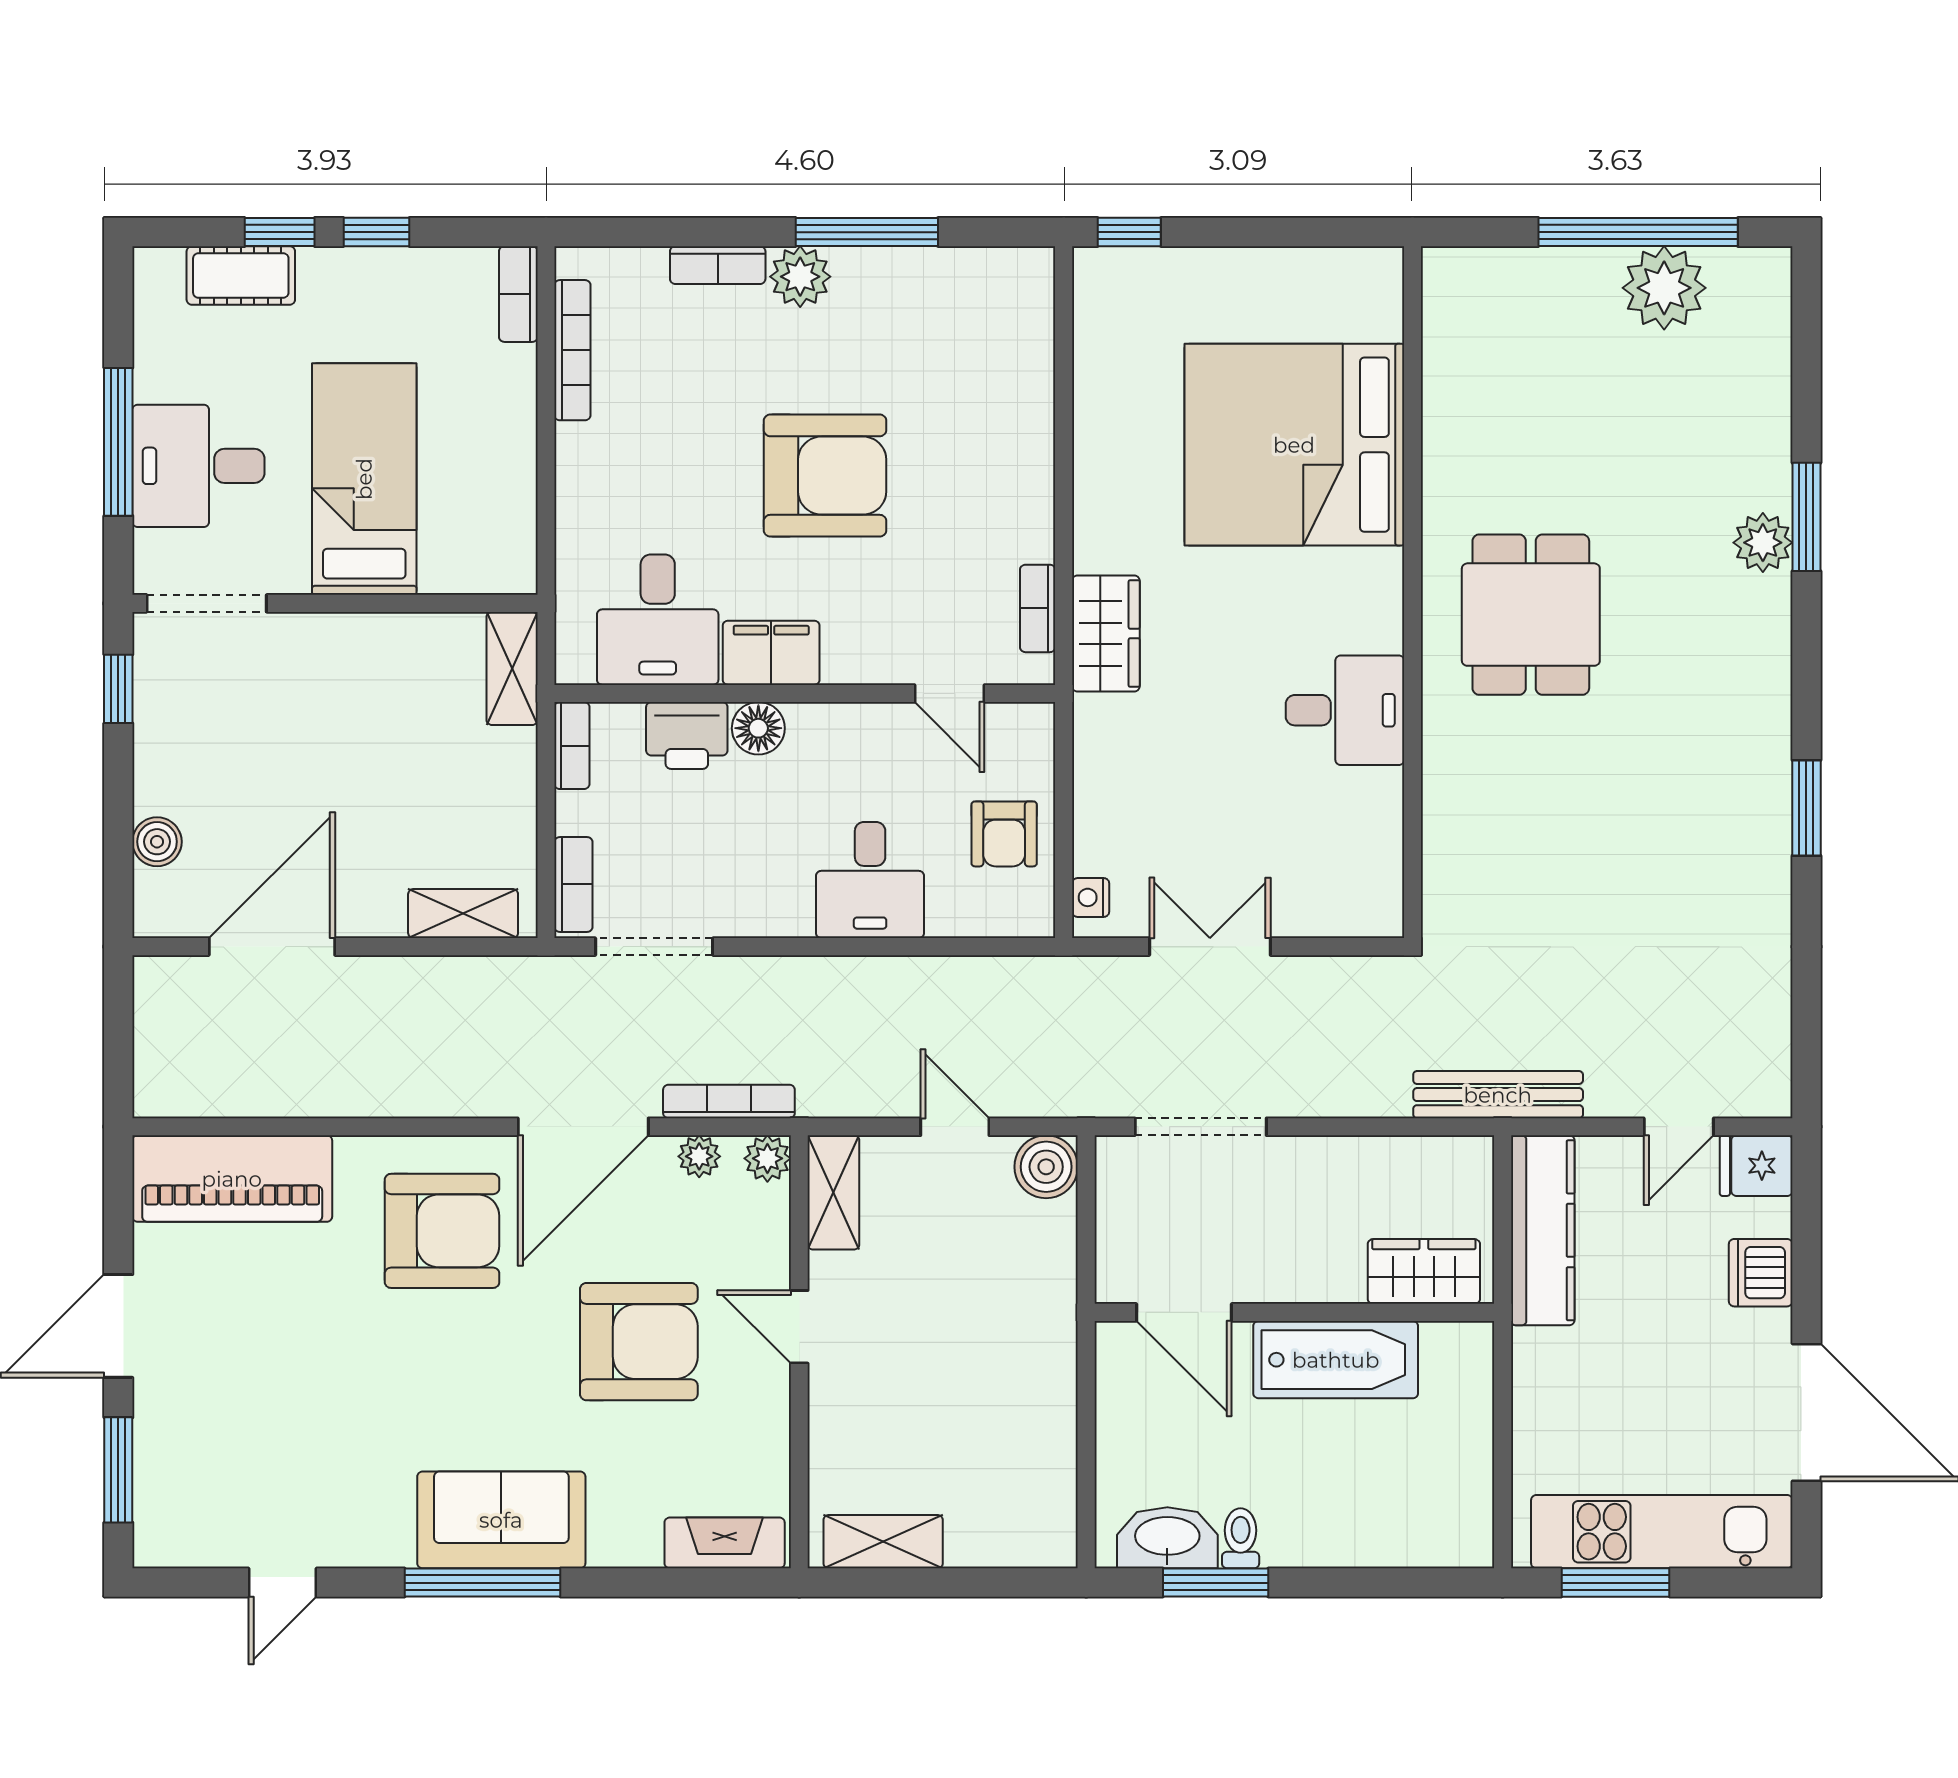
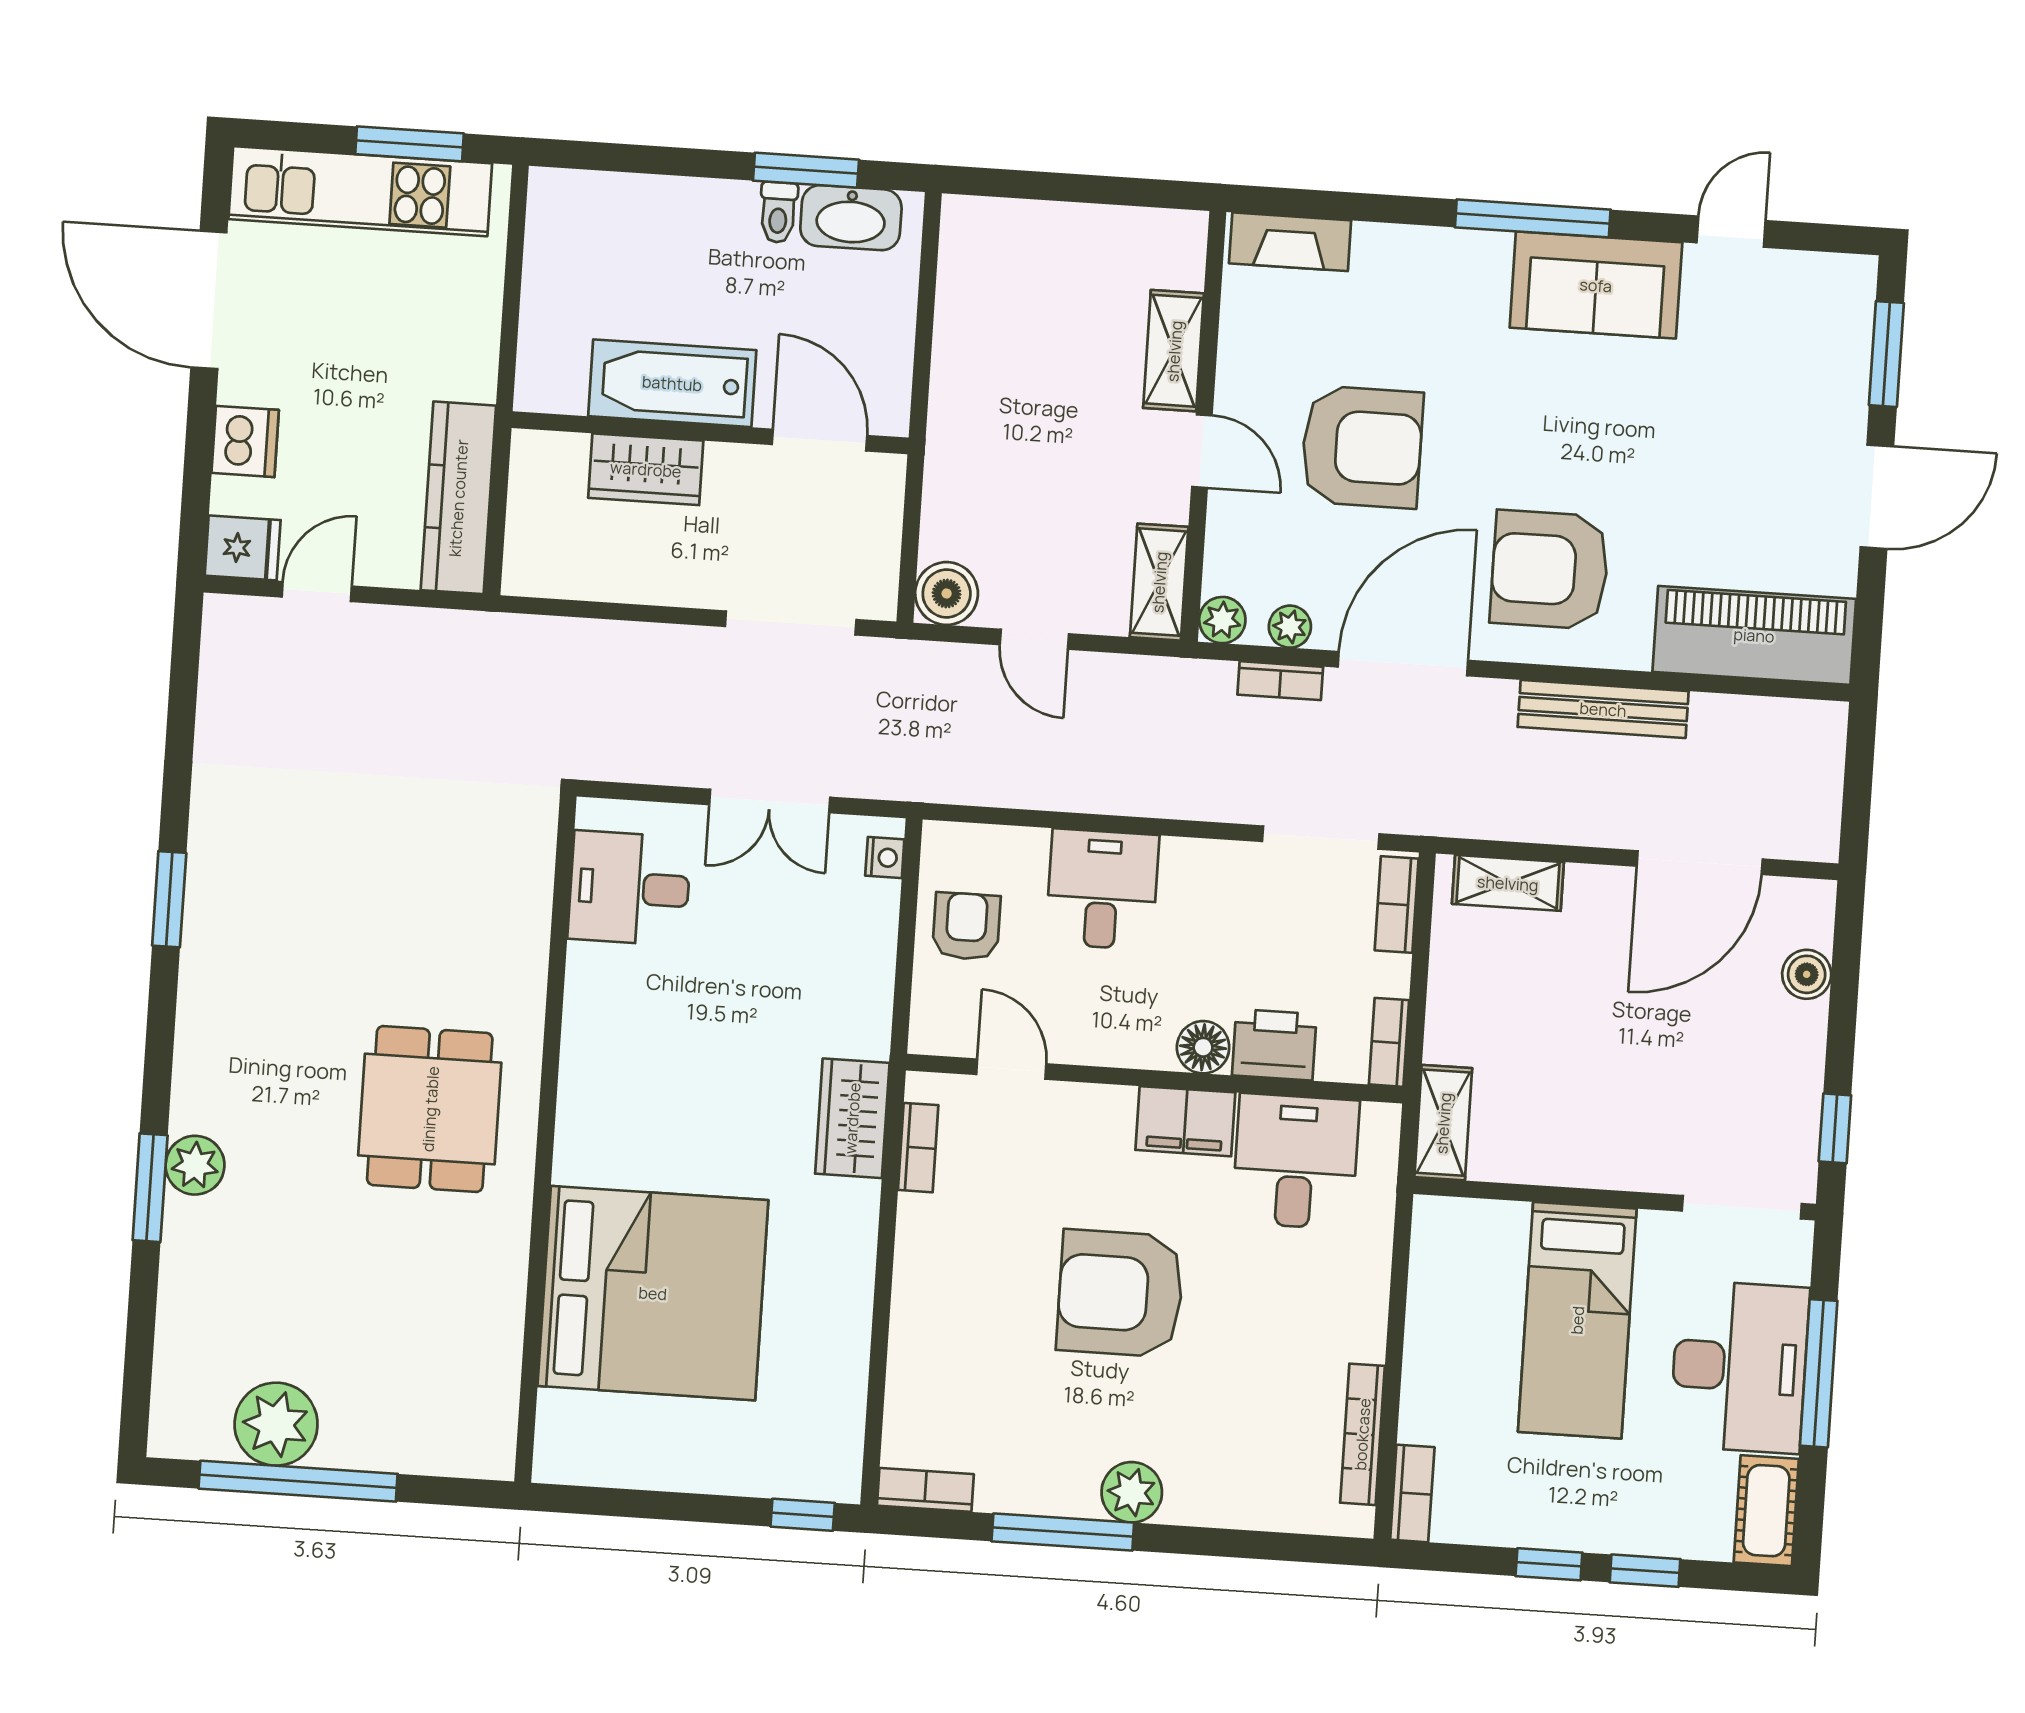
bookcase: (718, 265) -> (925, 1490), moved
cot: (241, 275) -> (1766, 1511), moved, turned 90
desk: (198, 466) -> (1739, 1367), width x1.37
desk: (1345, 710) -> (629, 888), moved
bench: (1498, 1095) -> (1603, 709), moved
bookcase: (729, 1101) -> (1280, 681), width x0.64
wardrobe: (1424, 1271) -> (646, 469), moved
armchair: (639, 1342) -> (1362, 447), turned 180
sofa: (501, 1520) -> (1596, 285), moved
shelving: (883, 1542) -> (1174, 351), moved, turned 90

